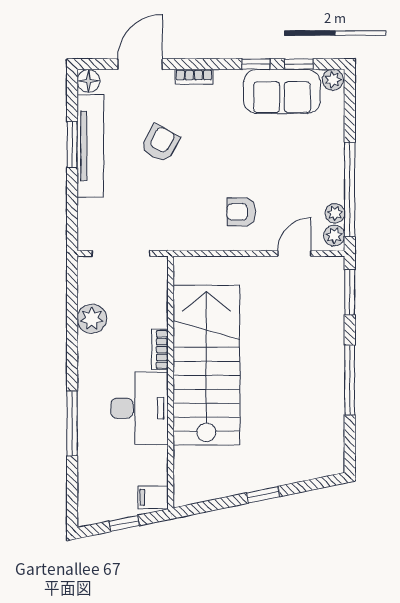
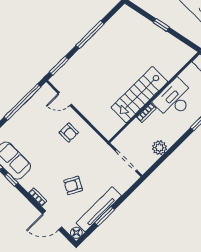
plant: (335, 213) -> (36, 99), removed
plant: (334, 236) -> (44, 91), removed
stairs: (206, 365) -> (139, 95), width x0.73, depth x0.66

